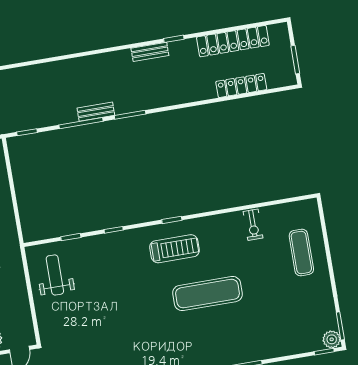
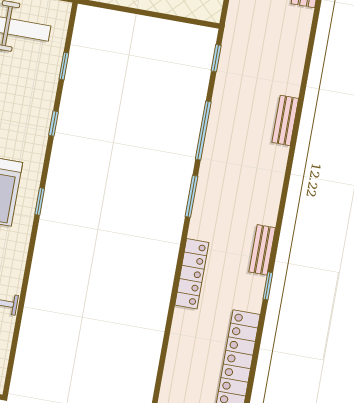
locker: (241, 86) -> (192, 274), moved
bench: (96, 112) -> (285, 120), moved

